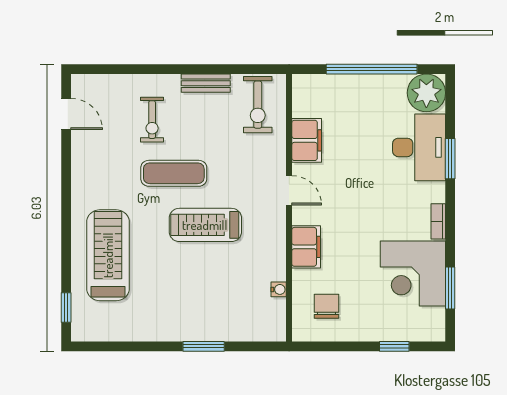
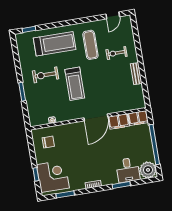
exercise bike: (258, 105) -> (45, 75), moved
desk: (419, 147) -> (128, 170), width x0.73
exercise mat: (174, 173) -> (90, 45), moved
door: (289, 190) -> (96, 117), width x1.88
treadmill: (205, 225) -> (75, 84), turned 180
filing cabinet: (306, 247) -> (138, 118), moved
corner desk: (413, 274) -> (53, 176), moved, turned 90

